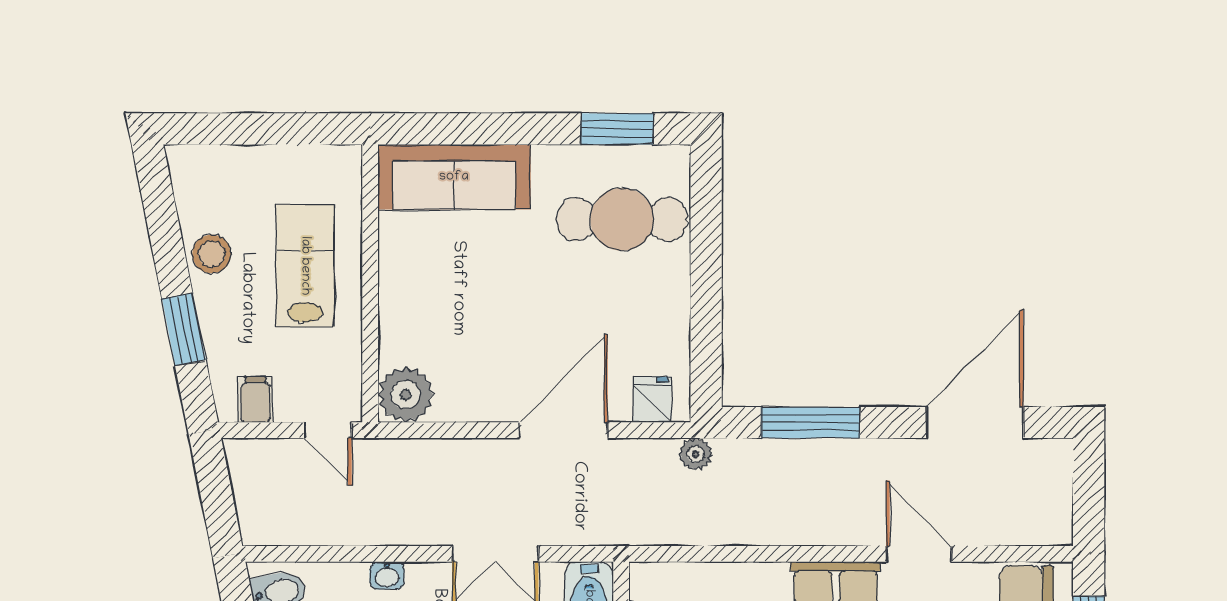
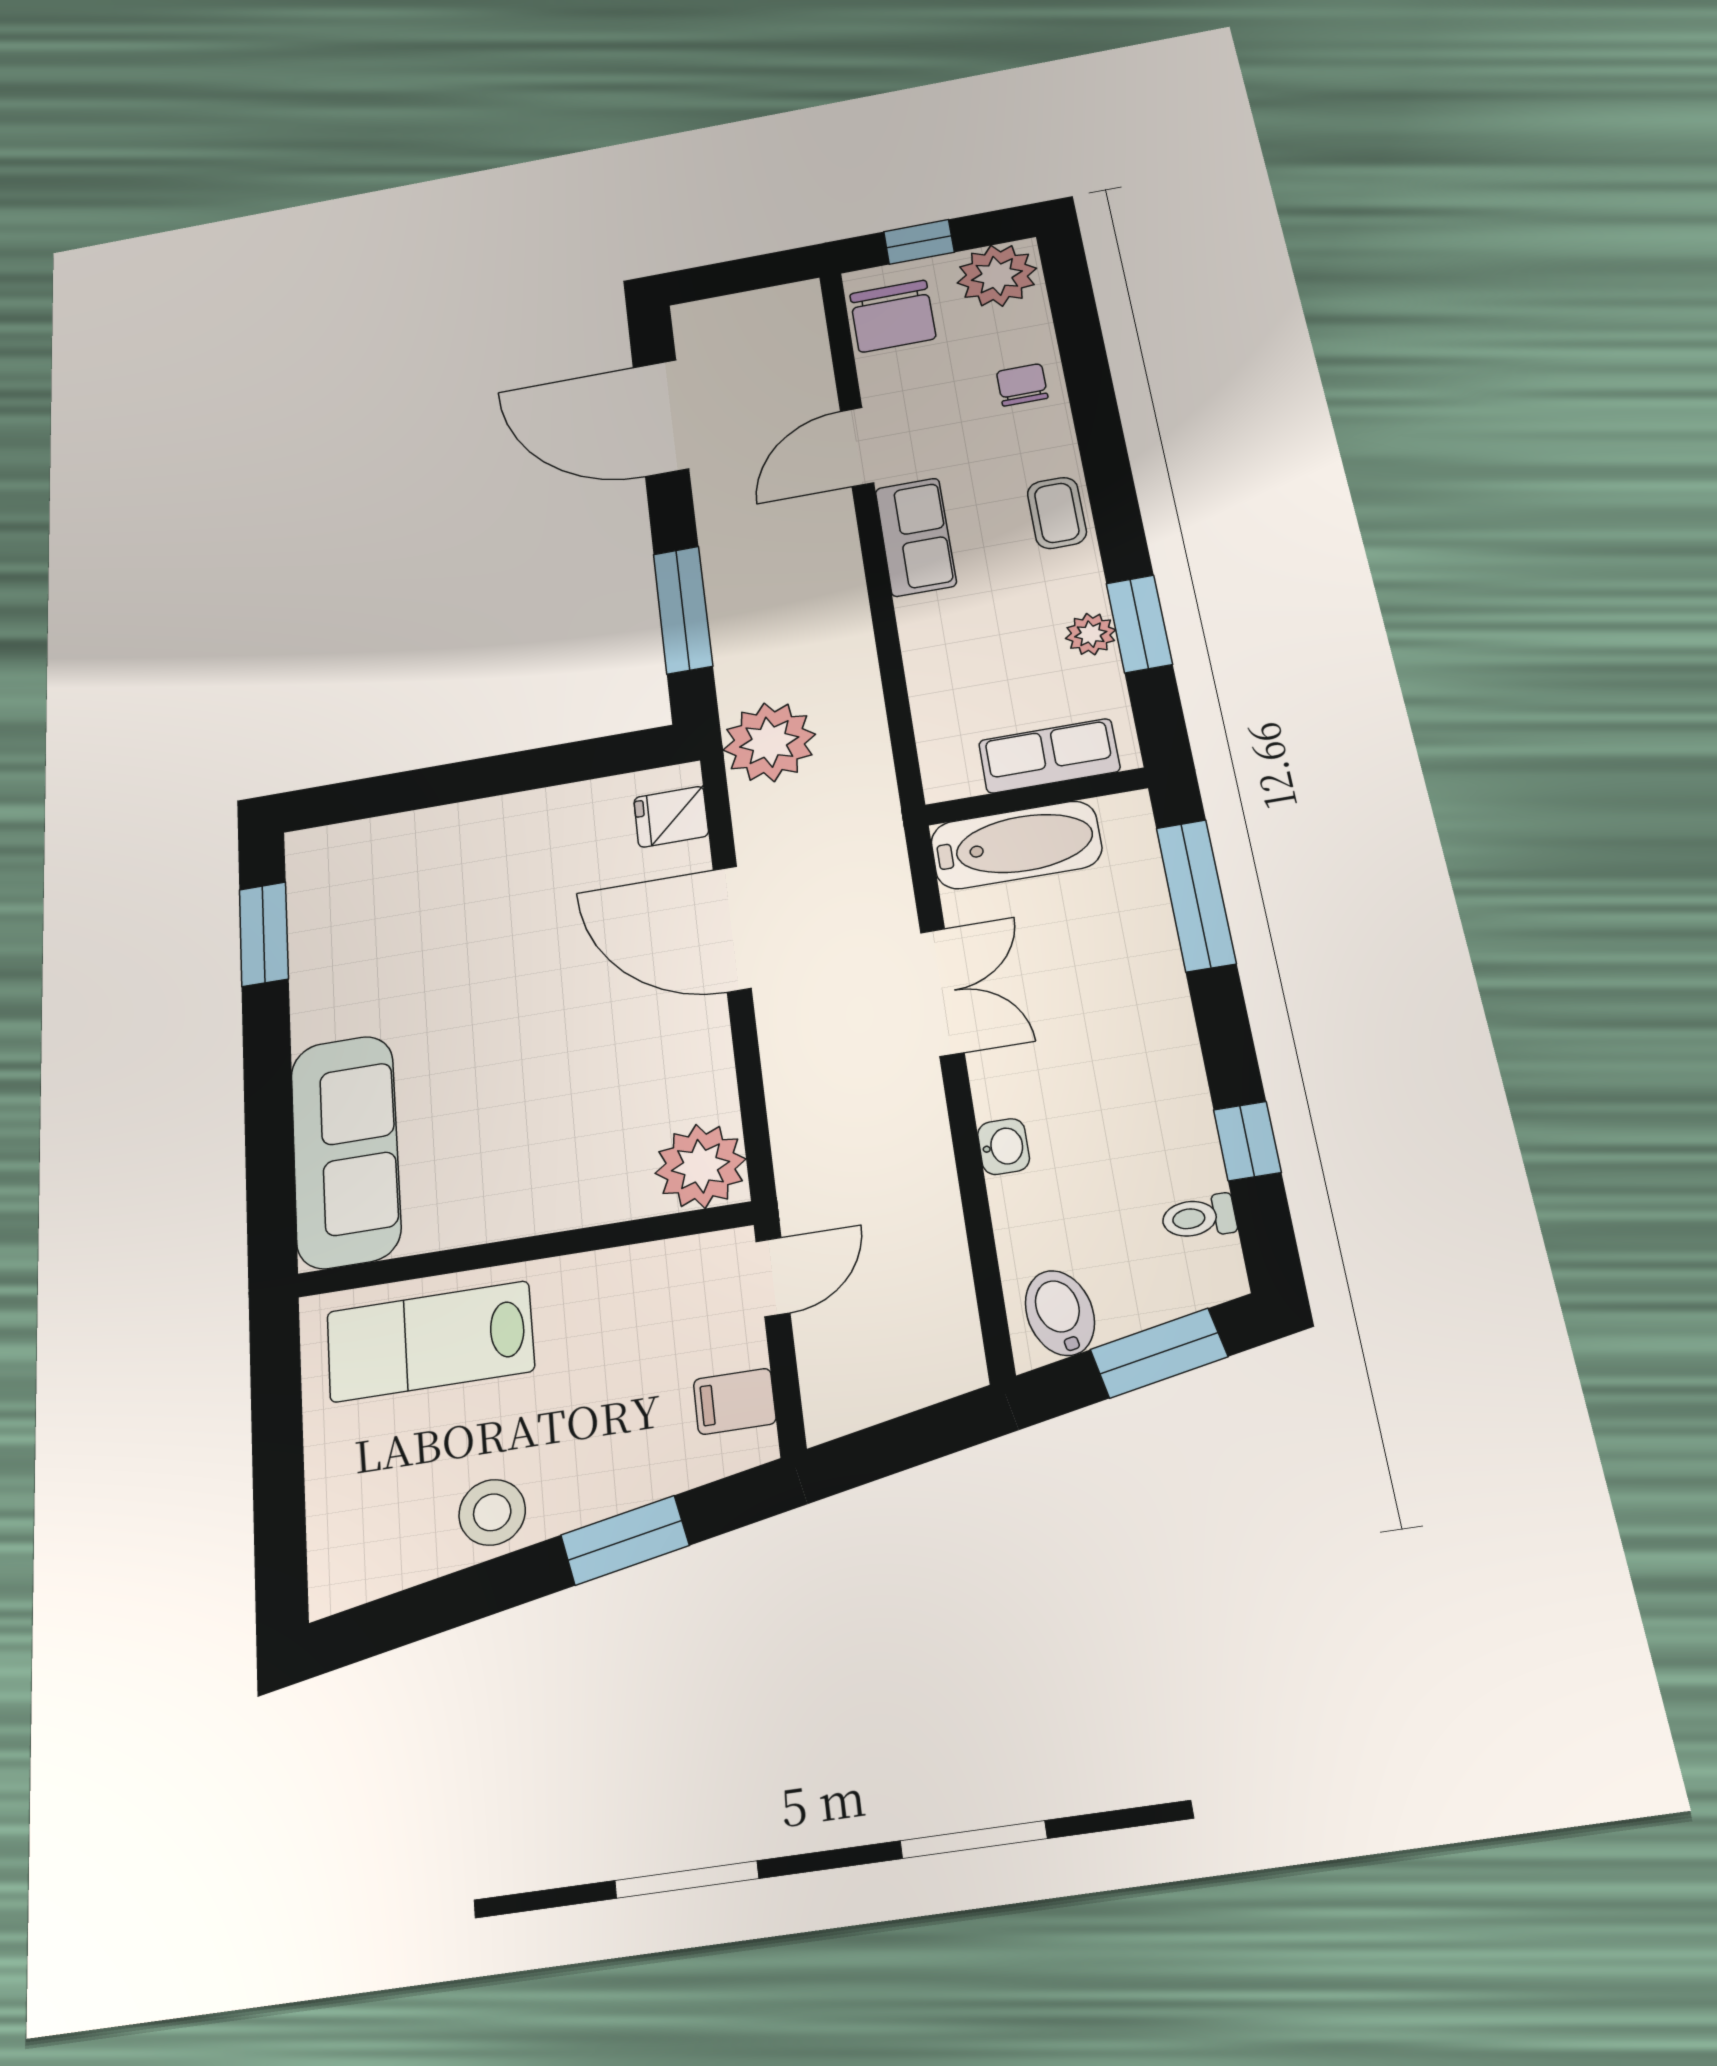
cafe table: (622, 219) -> (400, 904), removed
lab bench: (305, 266) -> (430, 1341), moved
plant: (695, 454) -> (769, 742), width x1.87, depth x1.87

